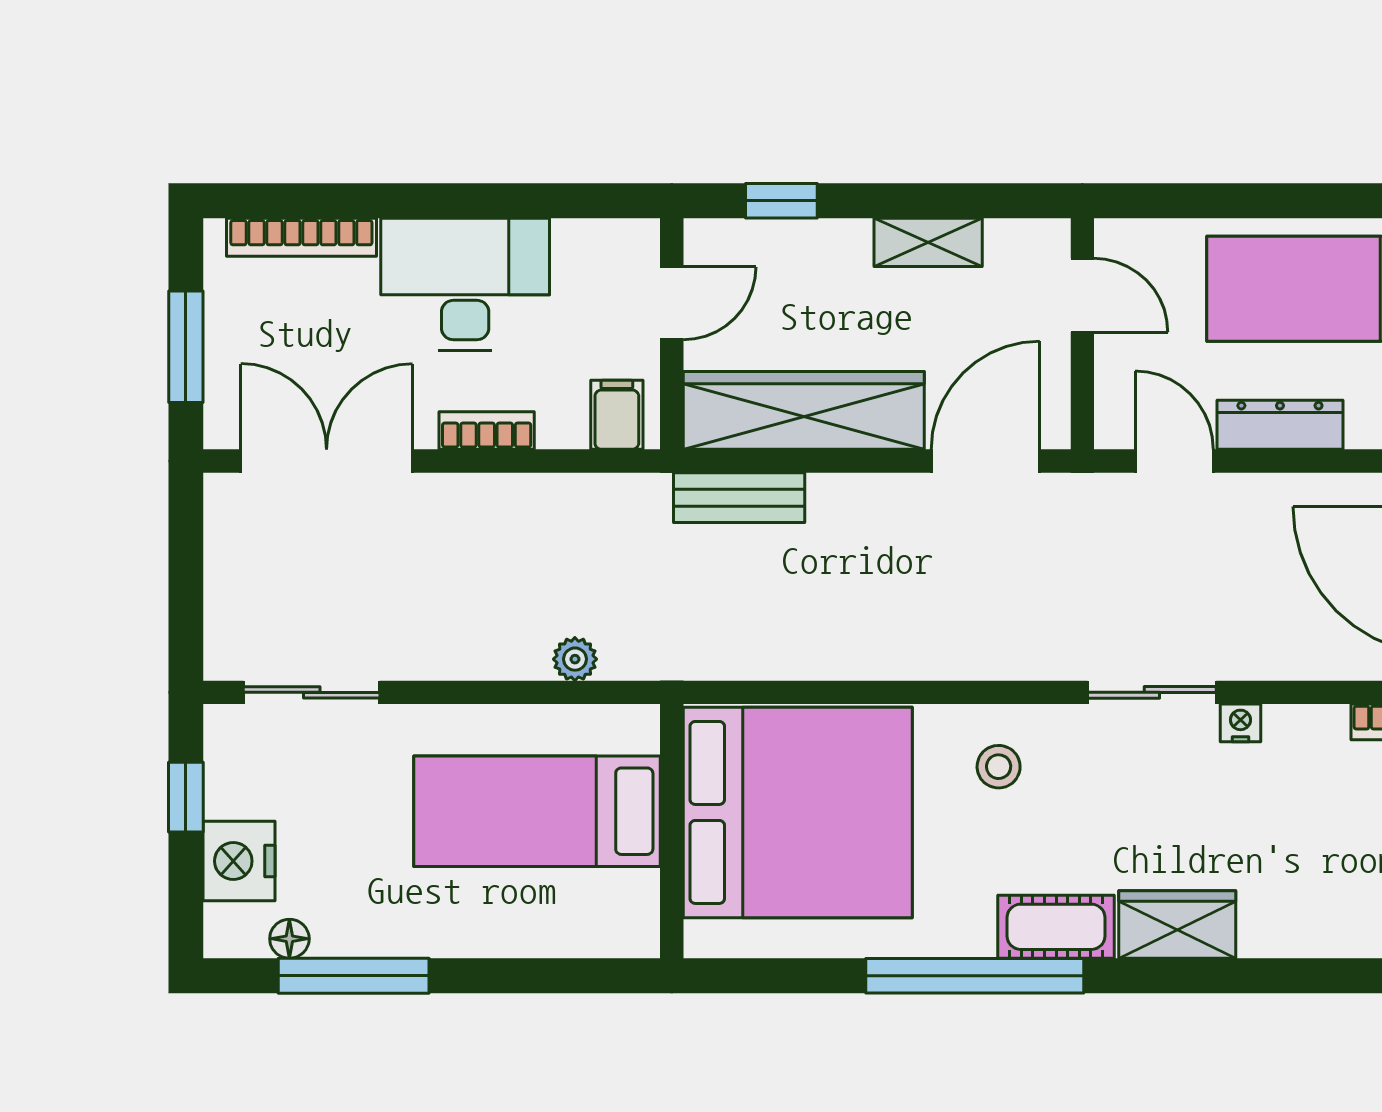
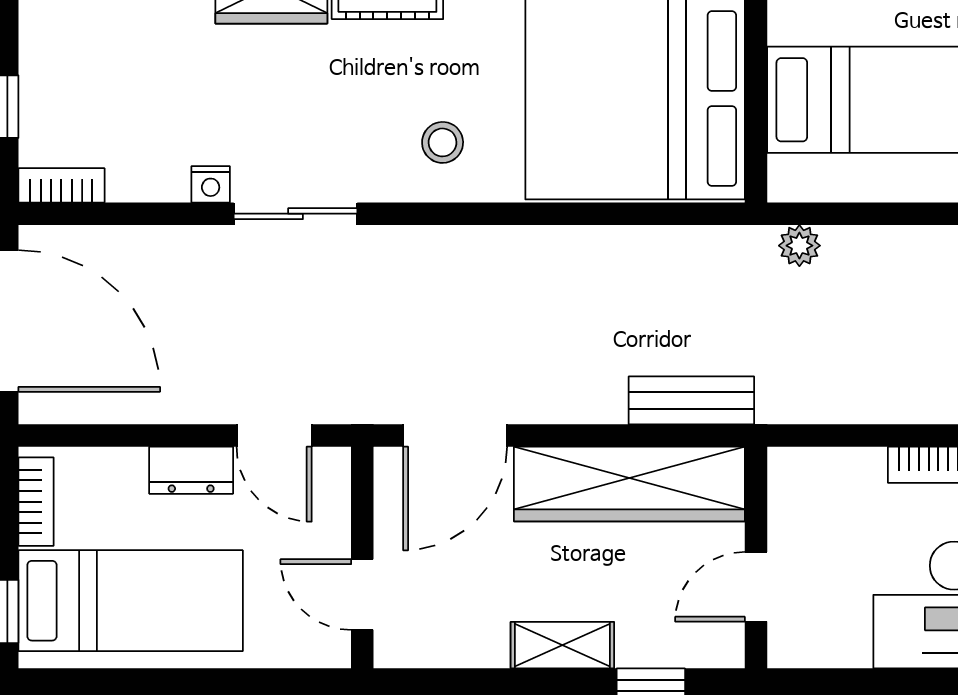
shelving: (928, 242) -> (562, 645), moved
filing cabinet: (617, 415) -> (809, 480), removed
dresser: (1280, 425) -> (191, 470), width x0.70
plant: (575, 659) -> (799, 246), moved

